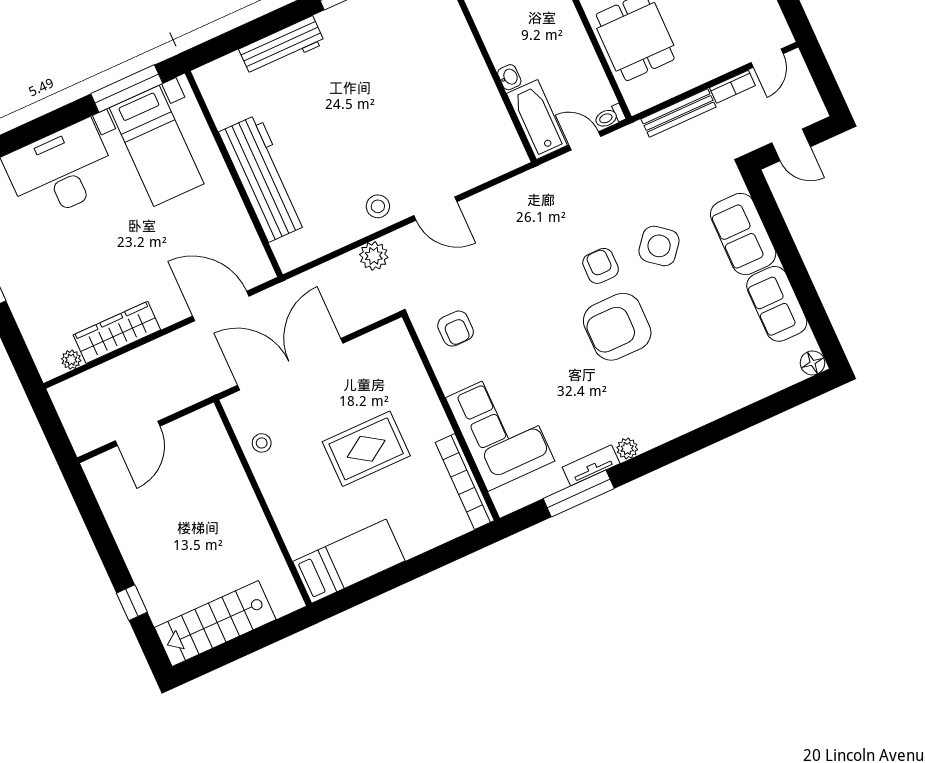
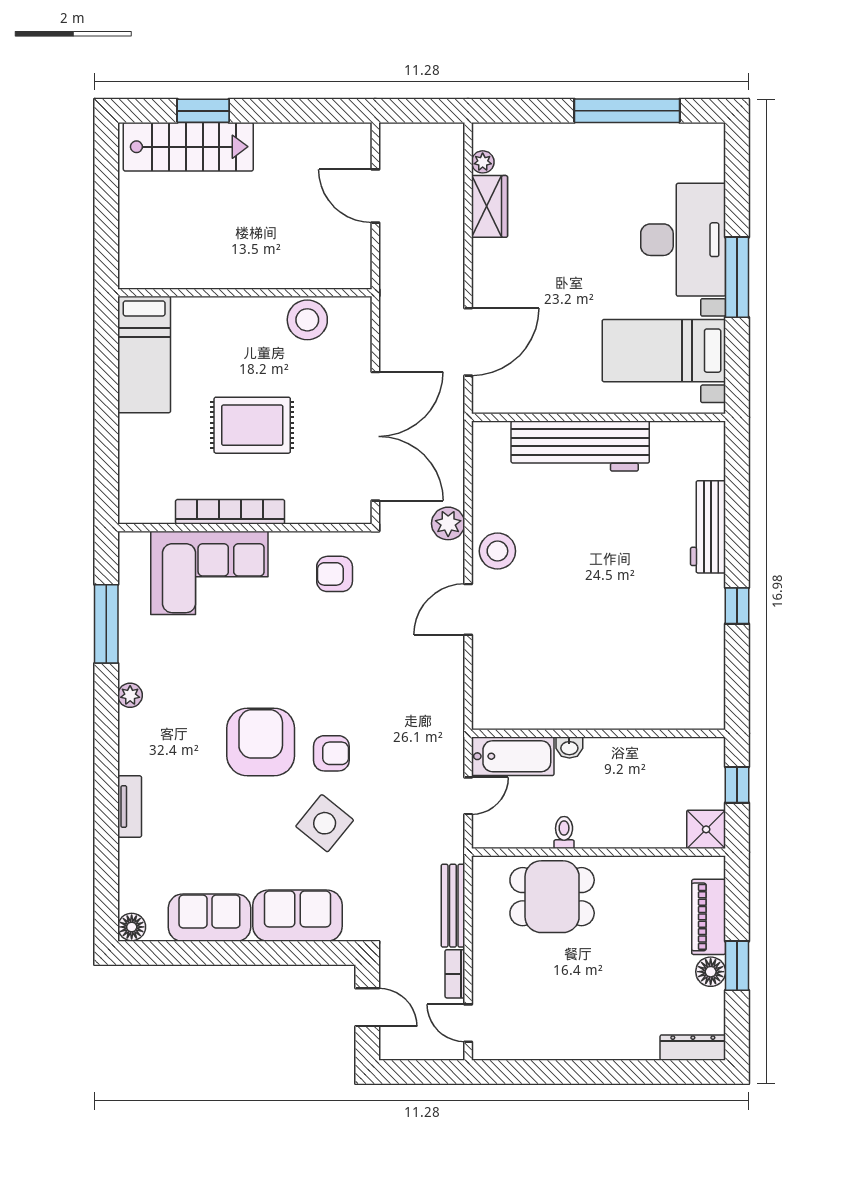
window: (127, 89) -> (737, 277), moved
toilet: (609, 117) -> (564, 833), moved
door: (791, 145) -> (367, 1007), swing flipped
stool: (378, 206) -> (497, 551), width x1.38, depth x1.38
wardrobe: (117, 332) -> (489, 206), width x0.67
double door: (290, 364) -> (375, 436), moved
stool: (262, 443) -> (307, 320), width x1.89, depth x1.89
rug: (366, 449) -> (252, 425), turned 90
tv unit: (591, 465) -> (130, 806), moved
bookcase: (465, 481) -> (230, 512), moved
window: (132, 603) -> (203, 111), width x1.50
stairs: (215, 624) -> (188, 147), moved, turned 90

